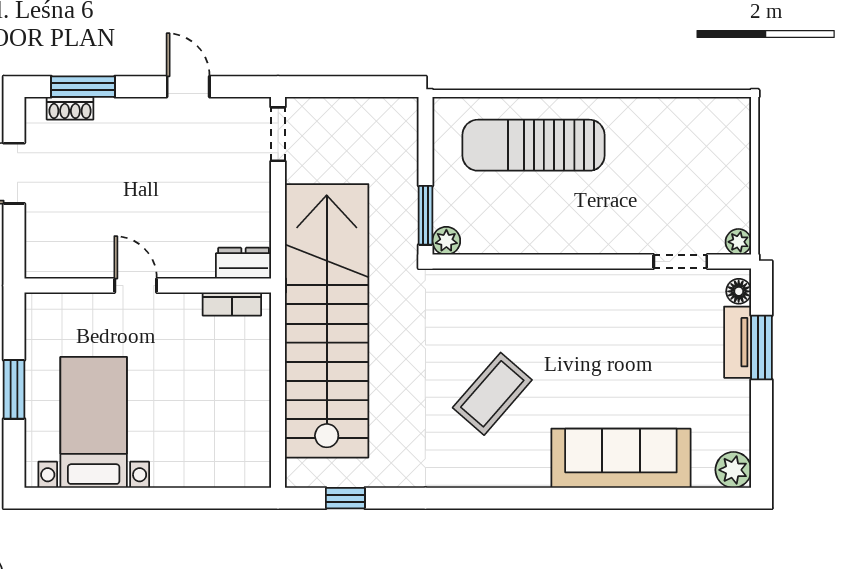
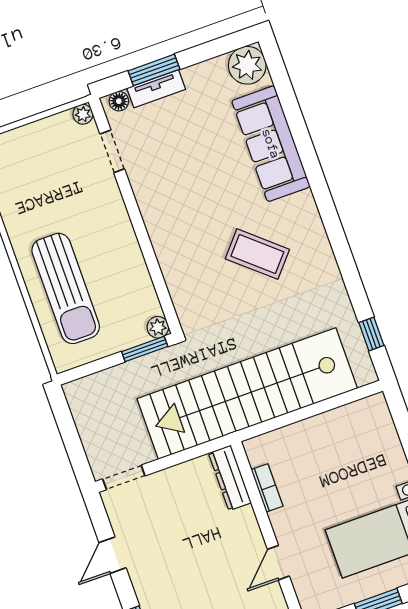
dresser: (244, 263) -> (230, 478), width x1.44
door: (136, 286) -> (278, 563), moved
bookcase: (232, 304) -> (267, 488), moved
plant: (733, 470) -> (247, 65), width x1.36, depth x1.36

